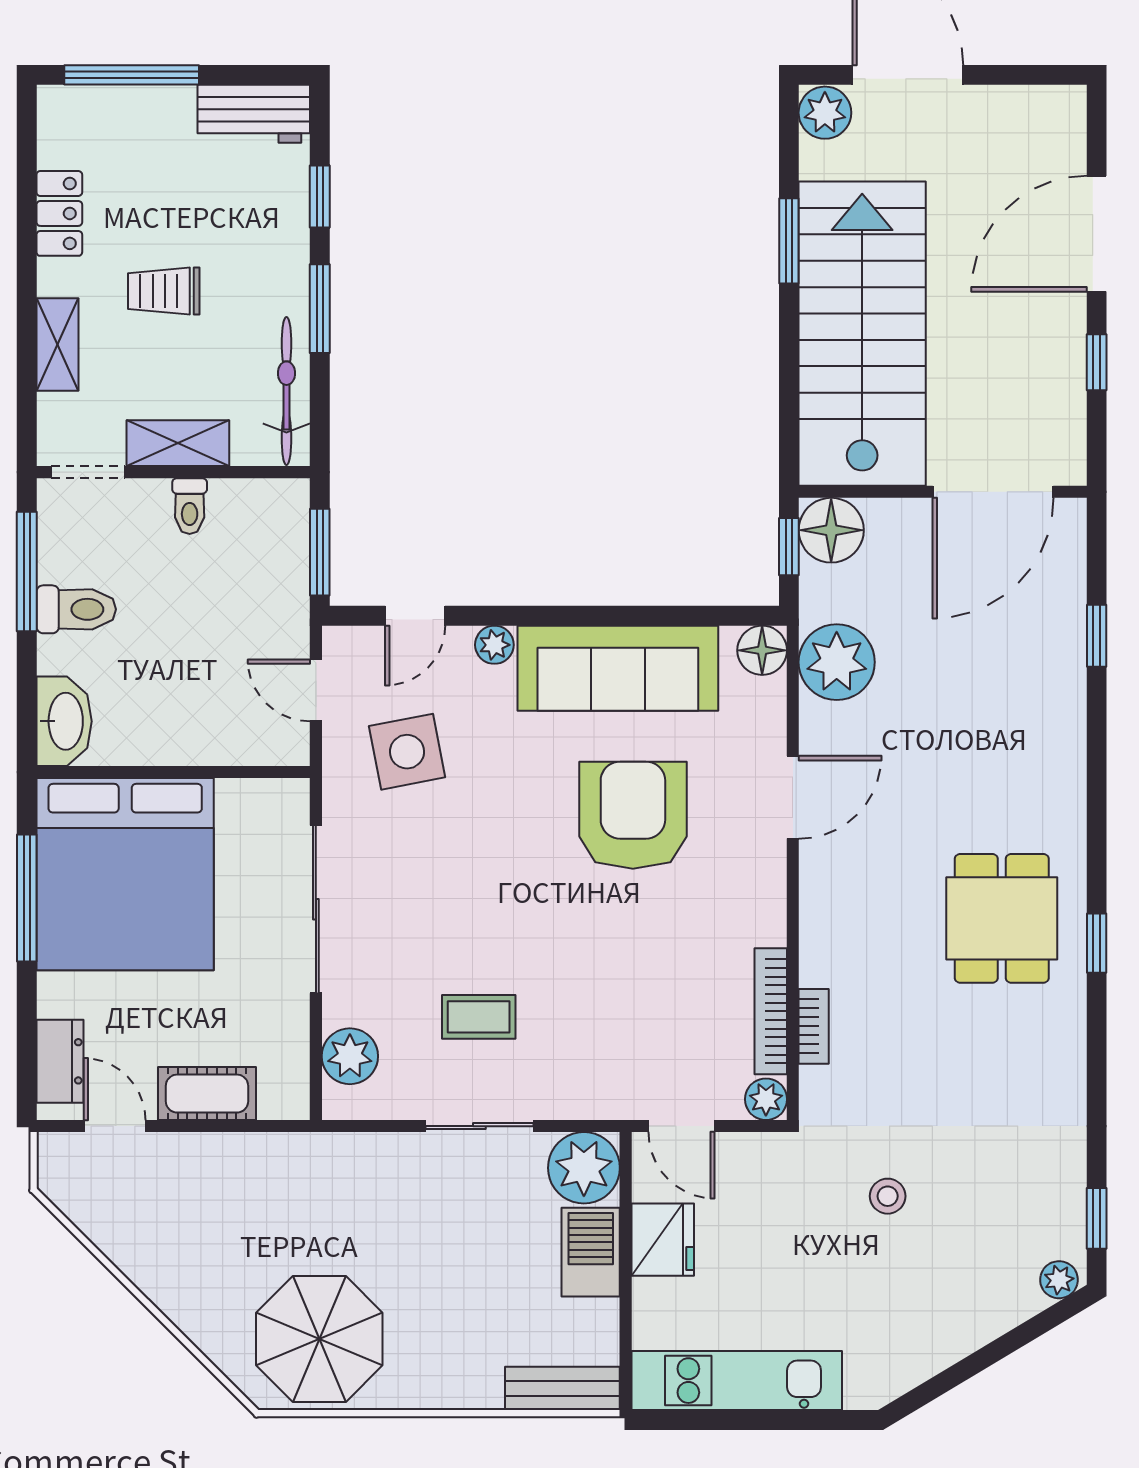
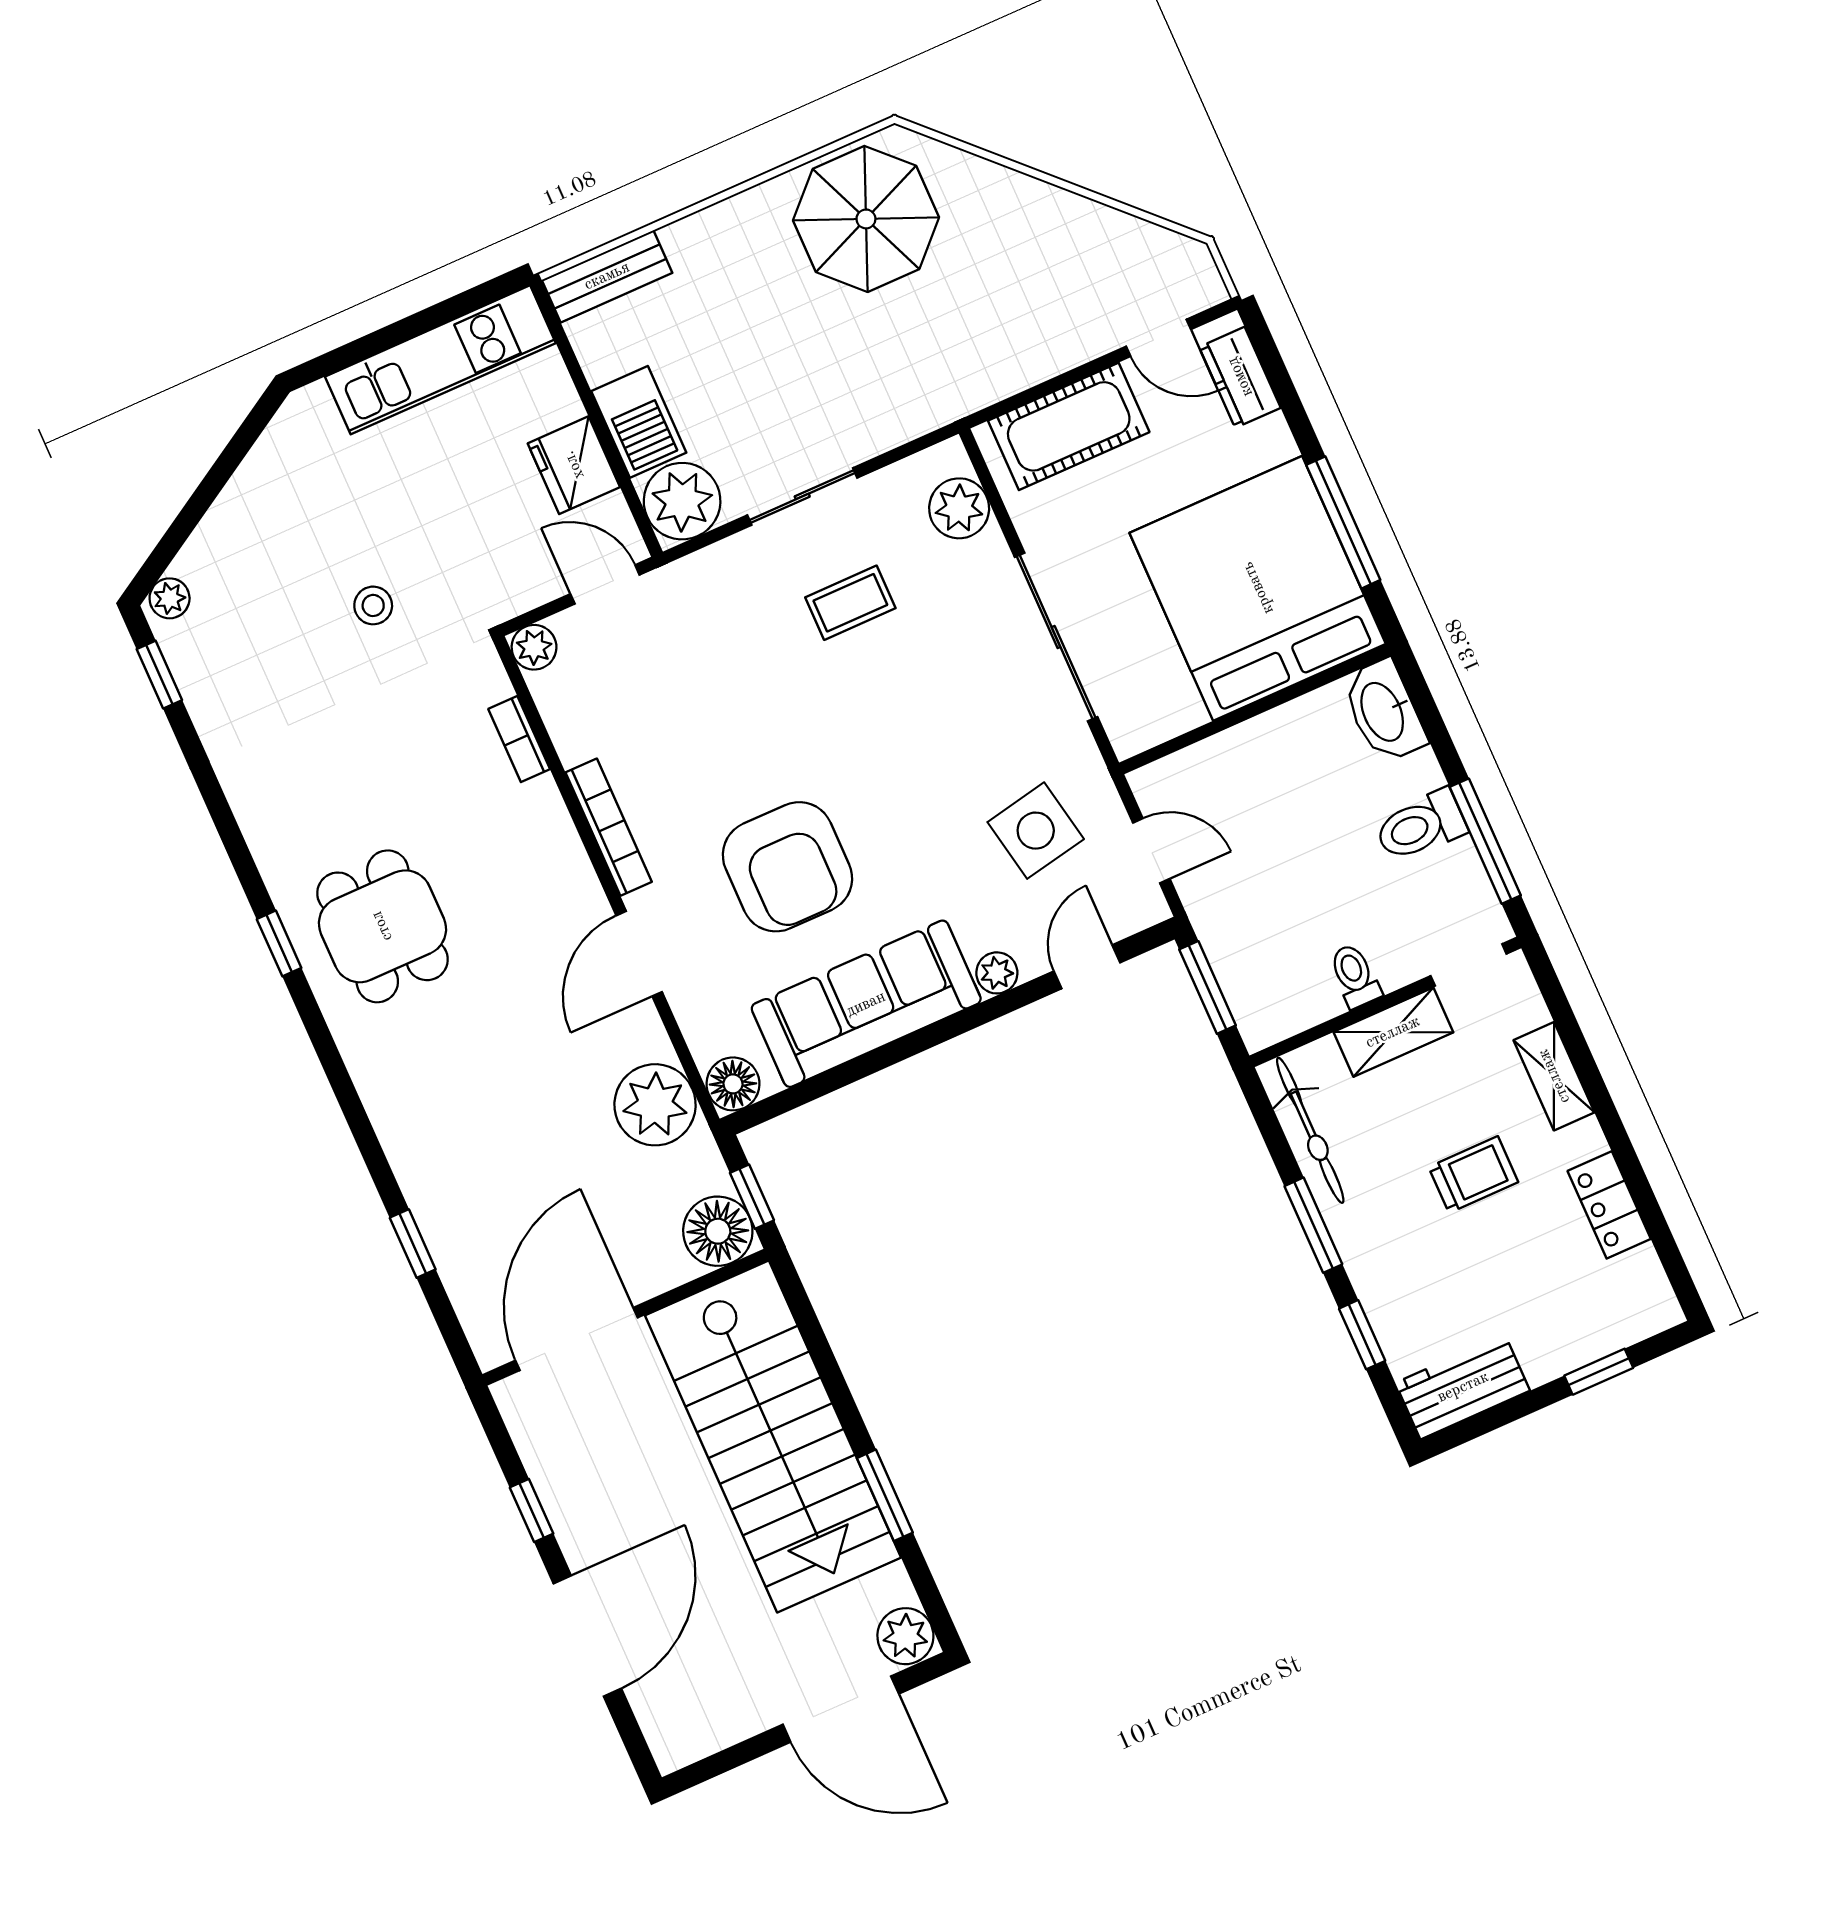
window: (132, 75) -> (1599, 1372), width x0.46
bookcase: (771, 1011) -> (609, 827), moved
cot: (207, 1094) -> (1069, 426), width x1.37, depth x1.34

